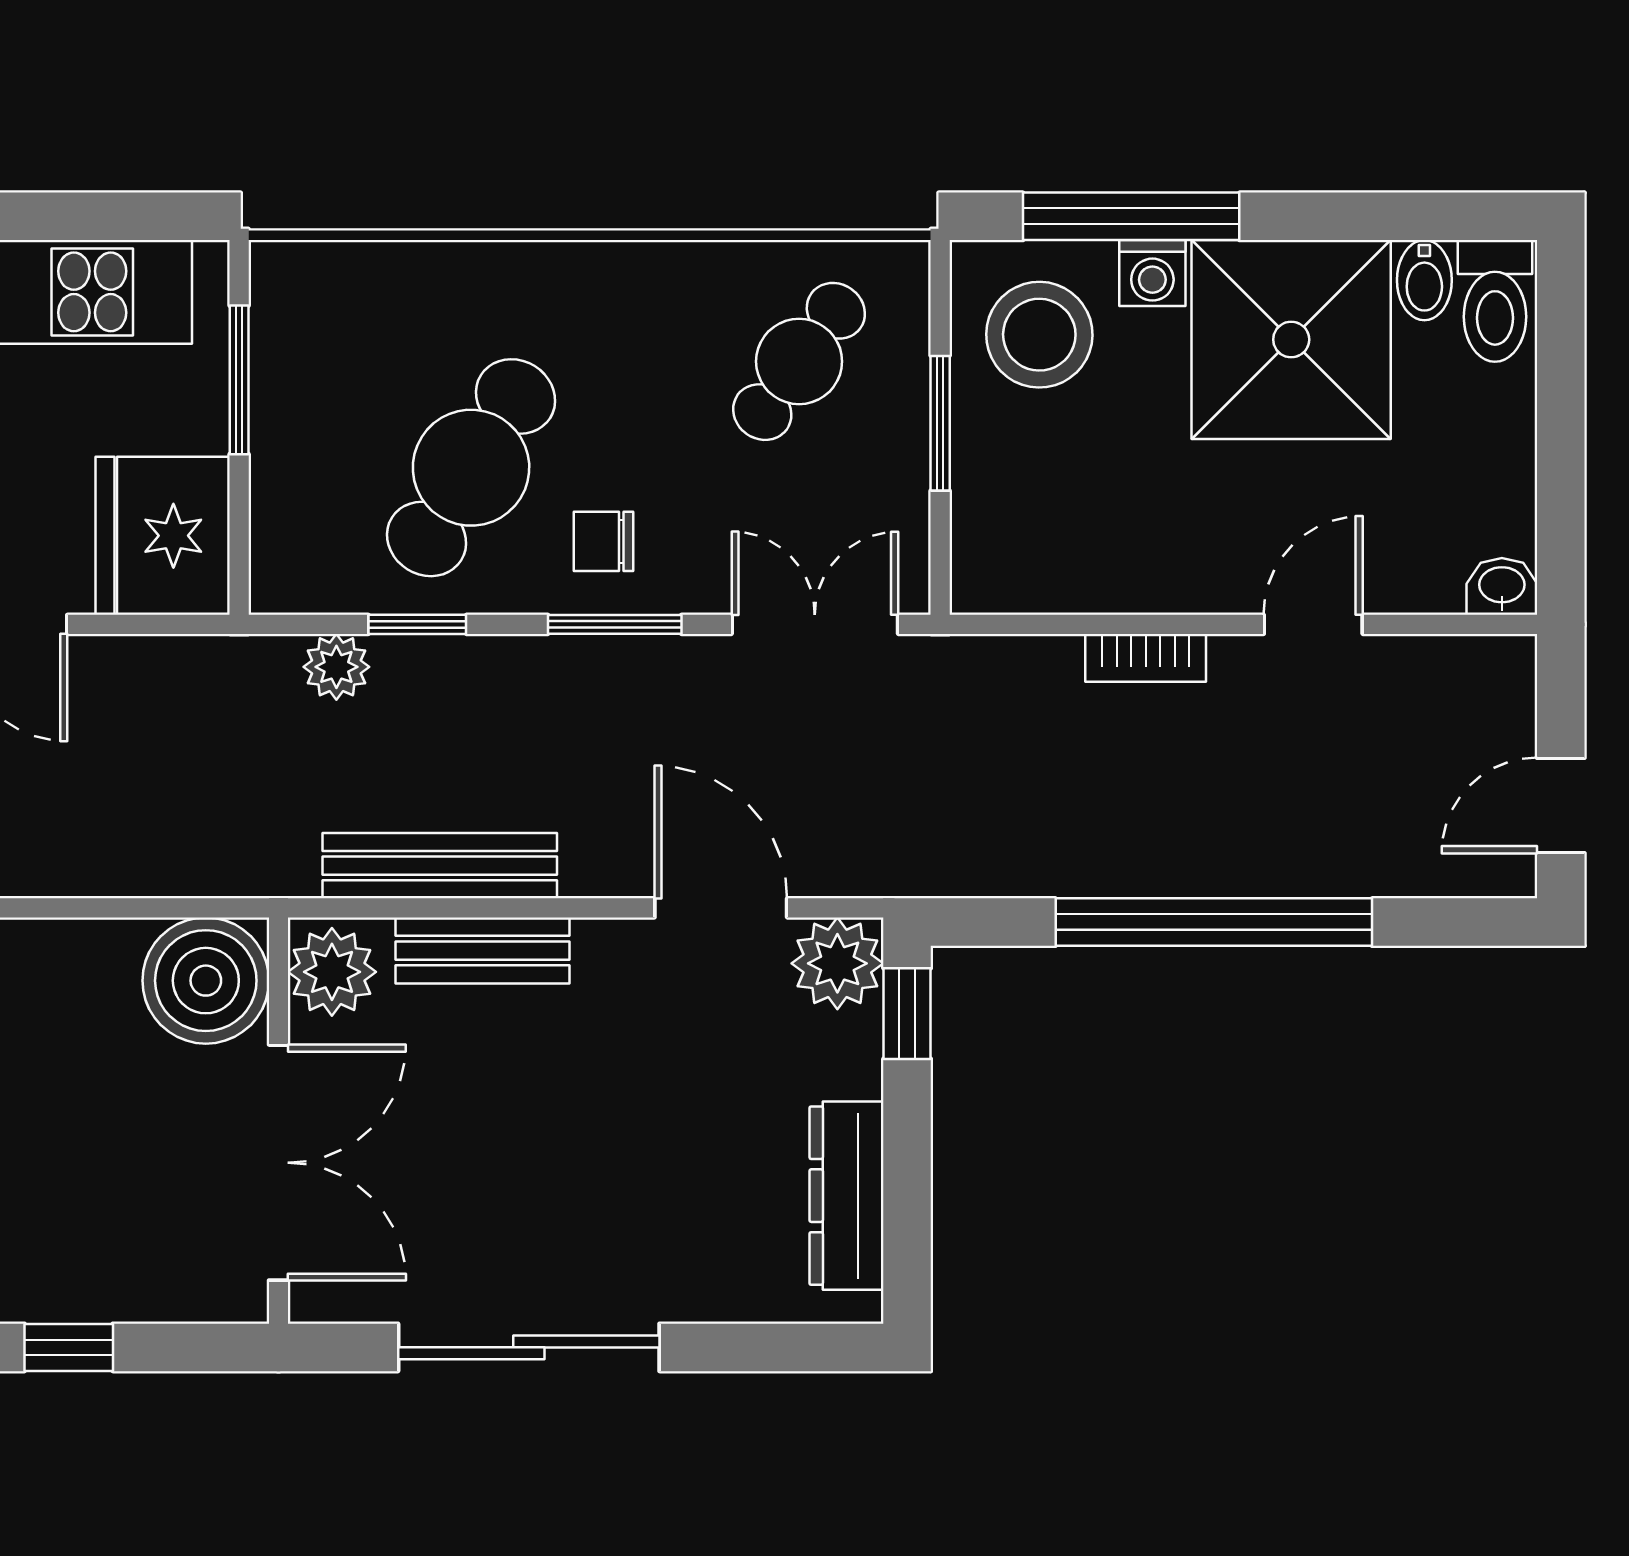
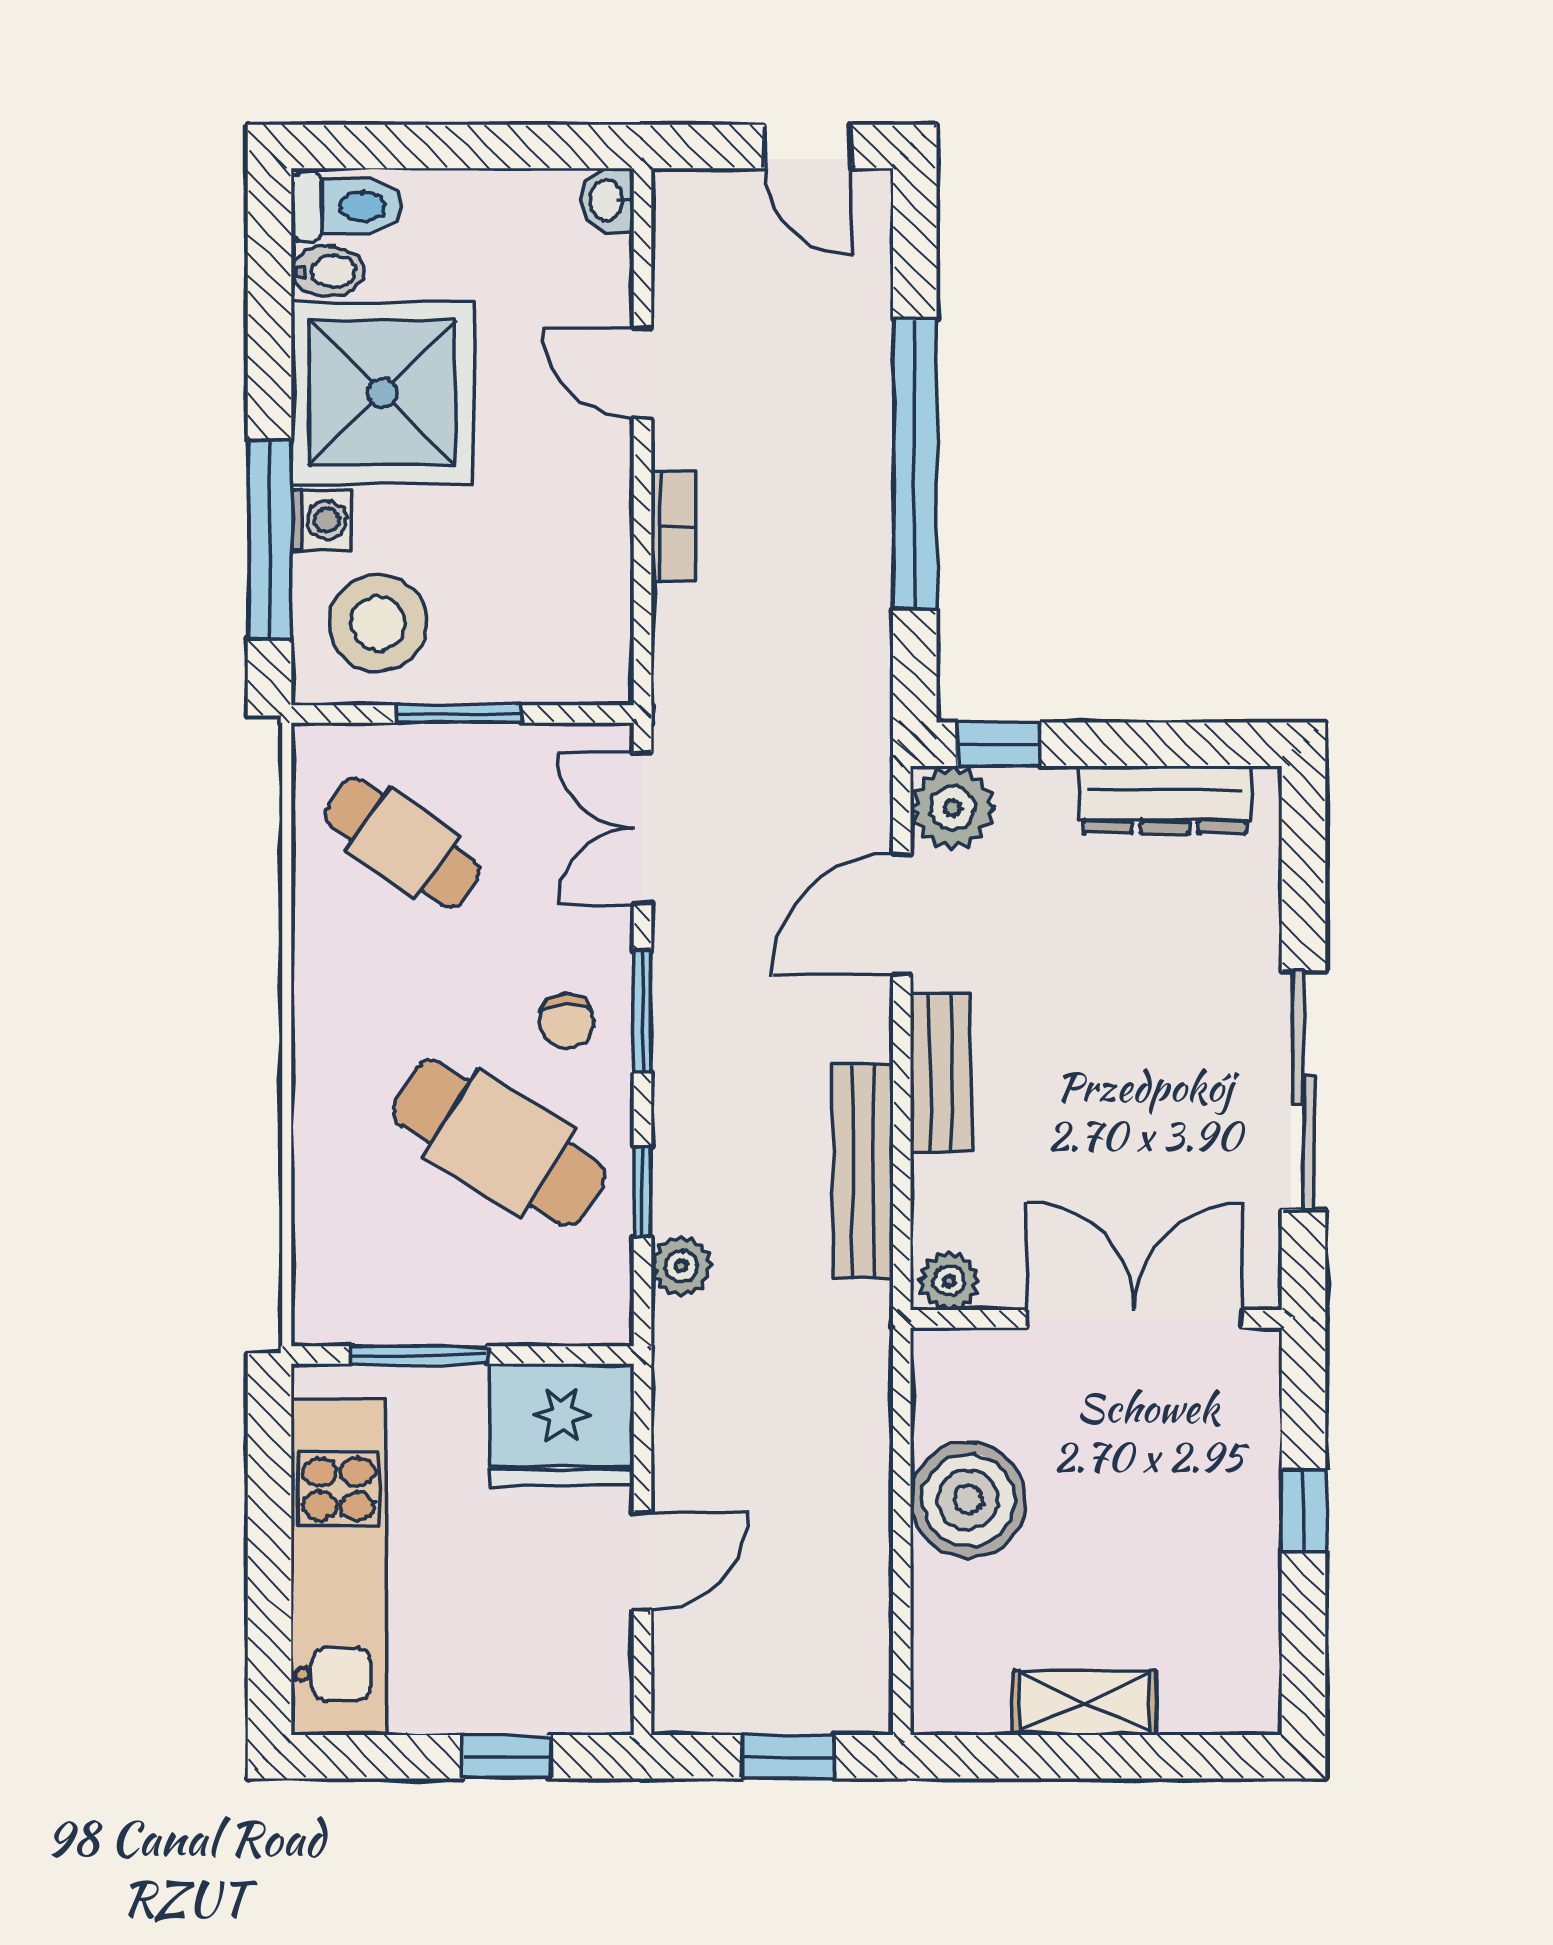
bench: (482, 951) -> (941, 1072), moved
plant: (332, 972) -> (949, 1281), width x0.73, depth x0.73
boiler: (206, 981) -> (968, 1500), moved

